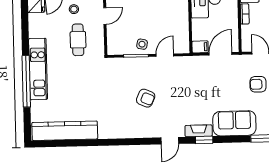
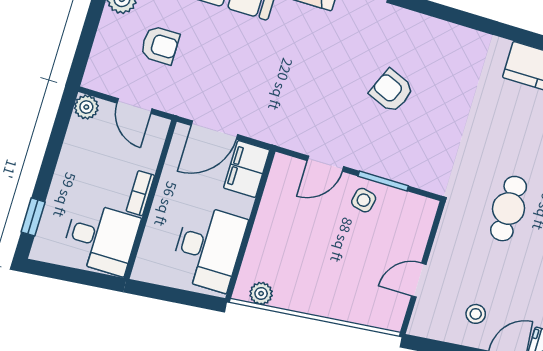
cafe table: (78, 40) -> (509, 209), moved
filing cabinet: (200, 47) -> (247, 169), width x2.00

